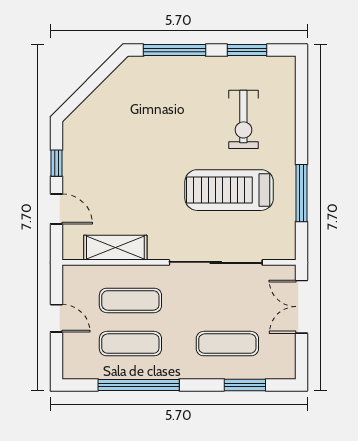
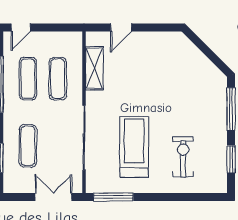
exercise bike: (243, 119) -> (183, 157), turned 90
window: (56, 163) -> (153, 27), removed
window: (301, 193) -> (113, 197), moved
door: (56, 318) -> (21, 27), moved

